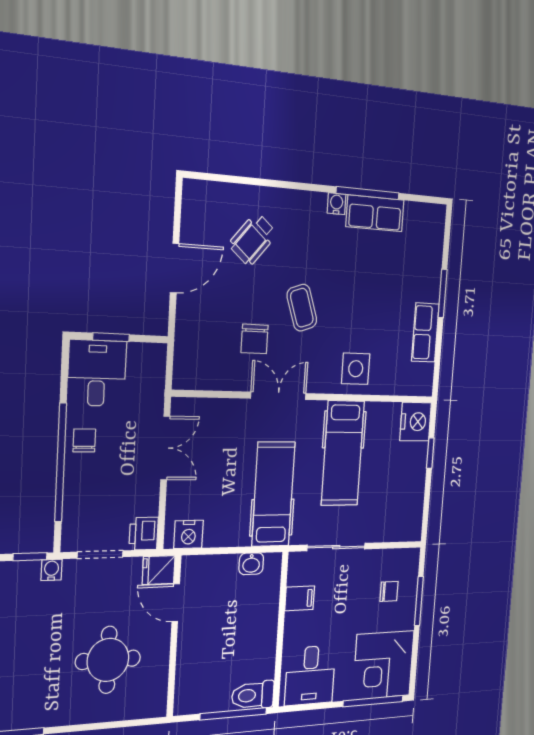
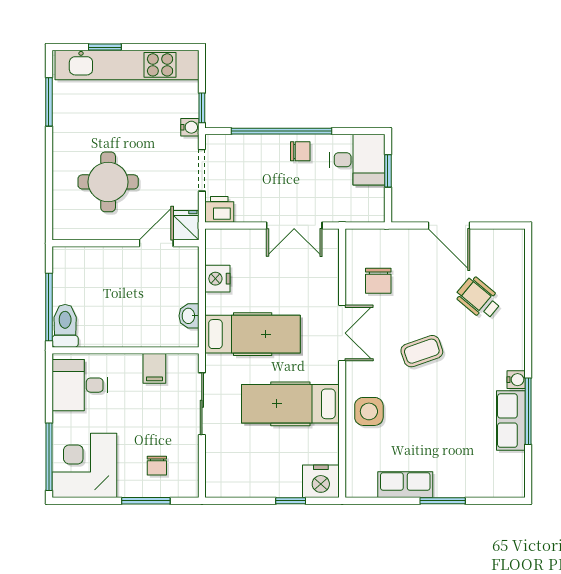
chair: (255, 339) -> (378, 281), moved, turned -90
nightstand: (188, 534) -> (217, 279), moved

